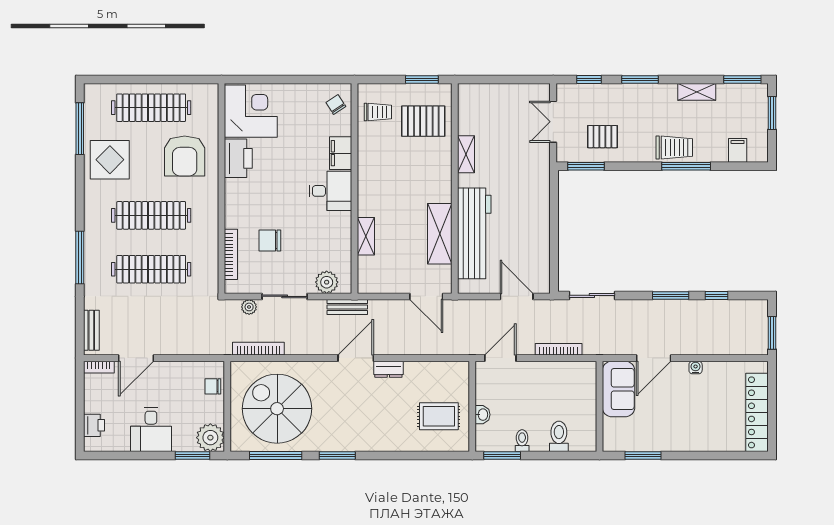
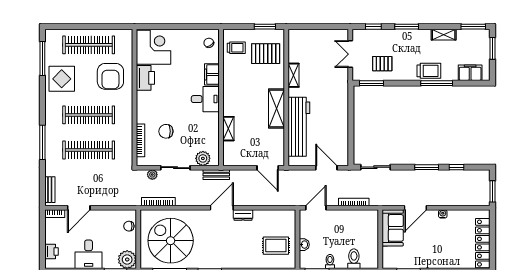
filing cabinet: (738, 150) -> (470, 73), width x2.00
shelving: (440, 234) -> (276, 108), moved

